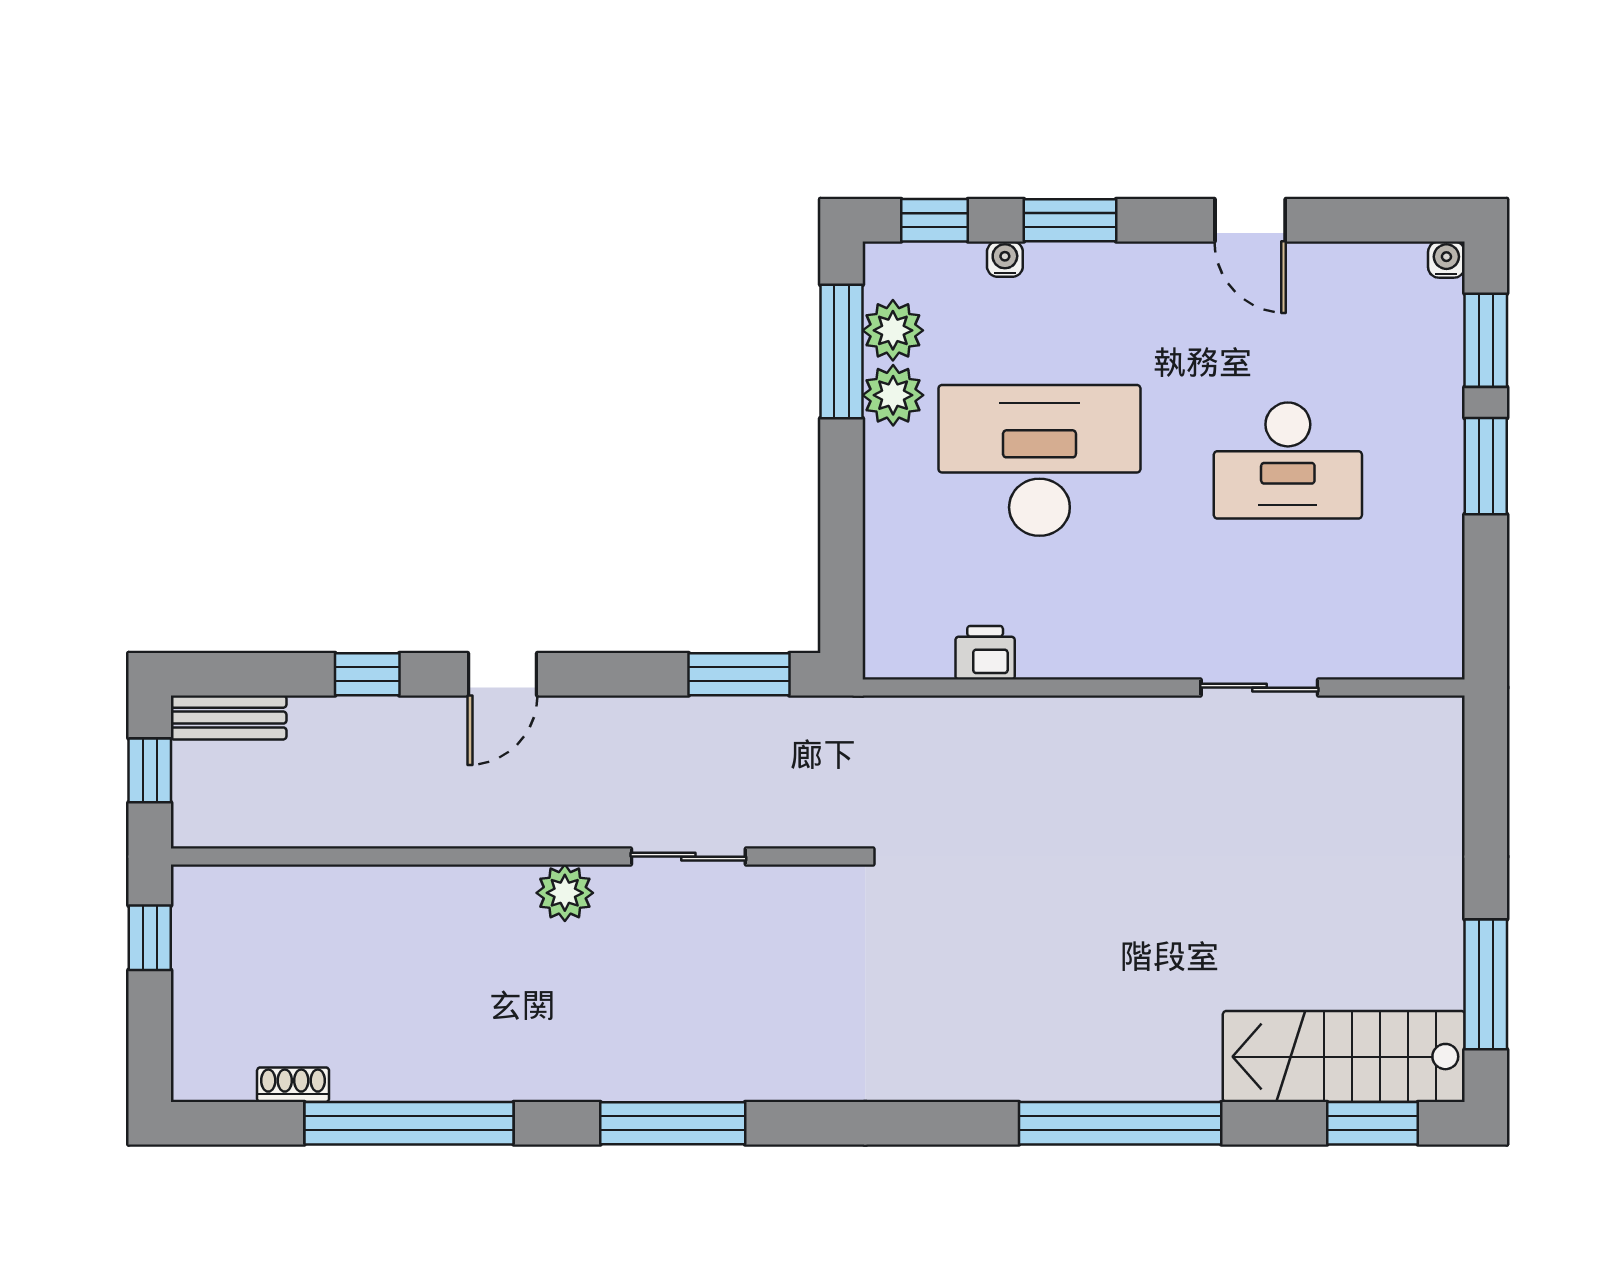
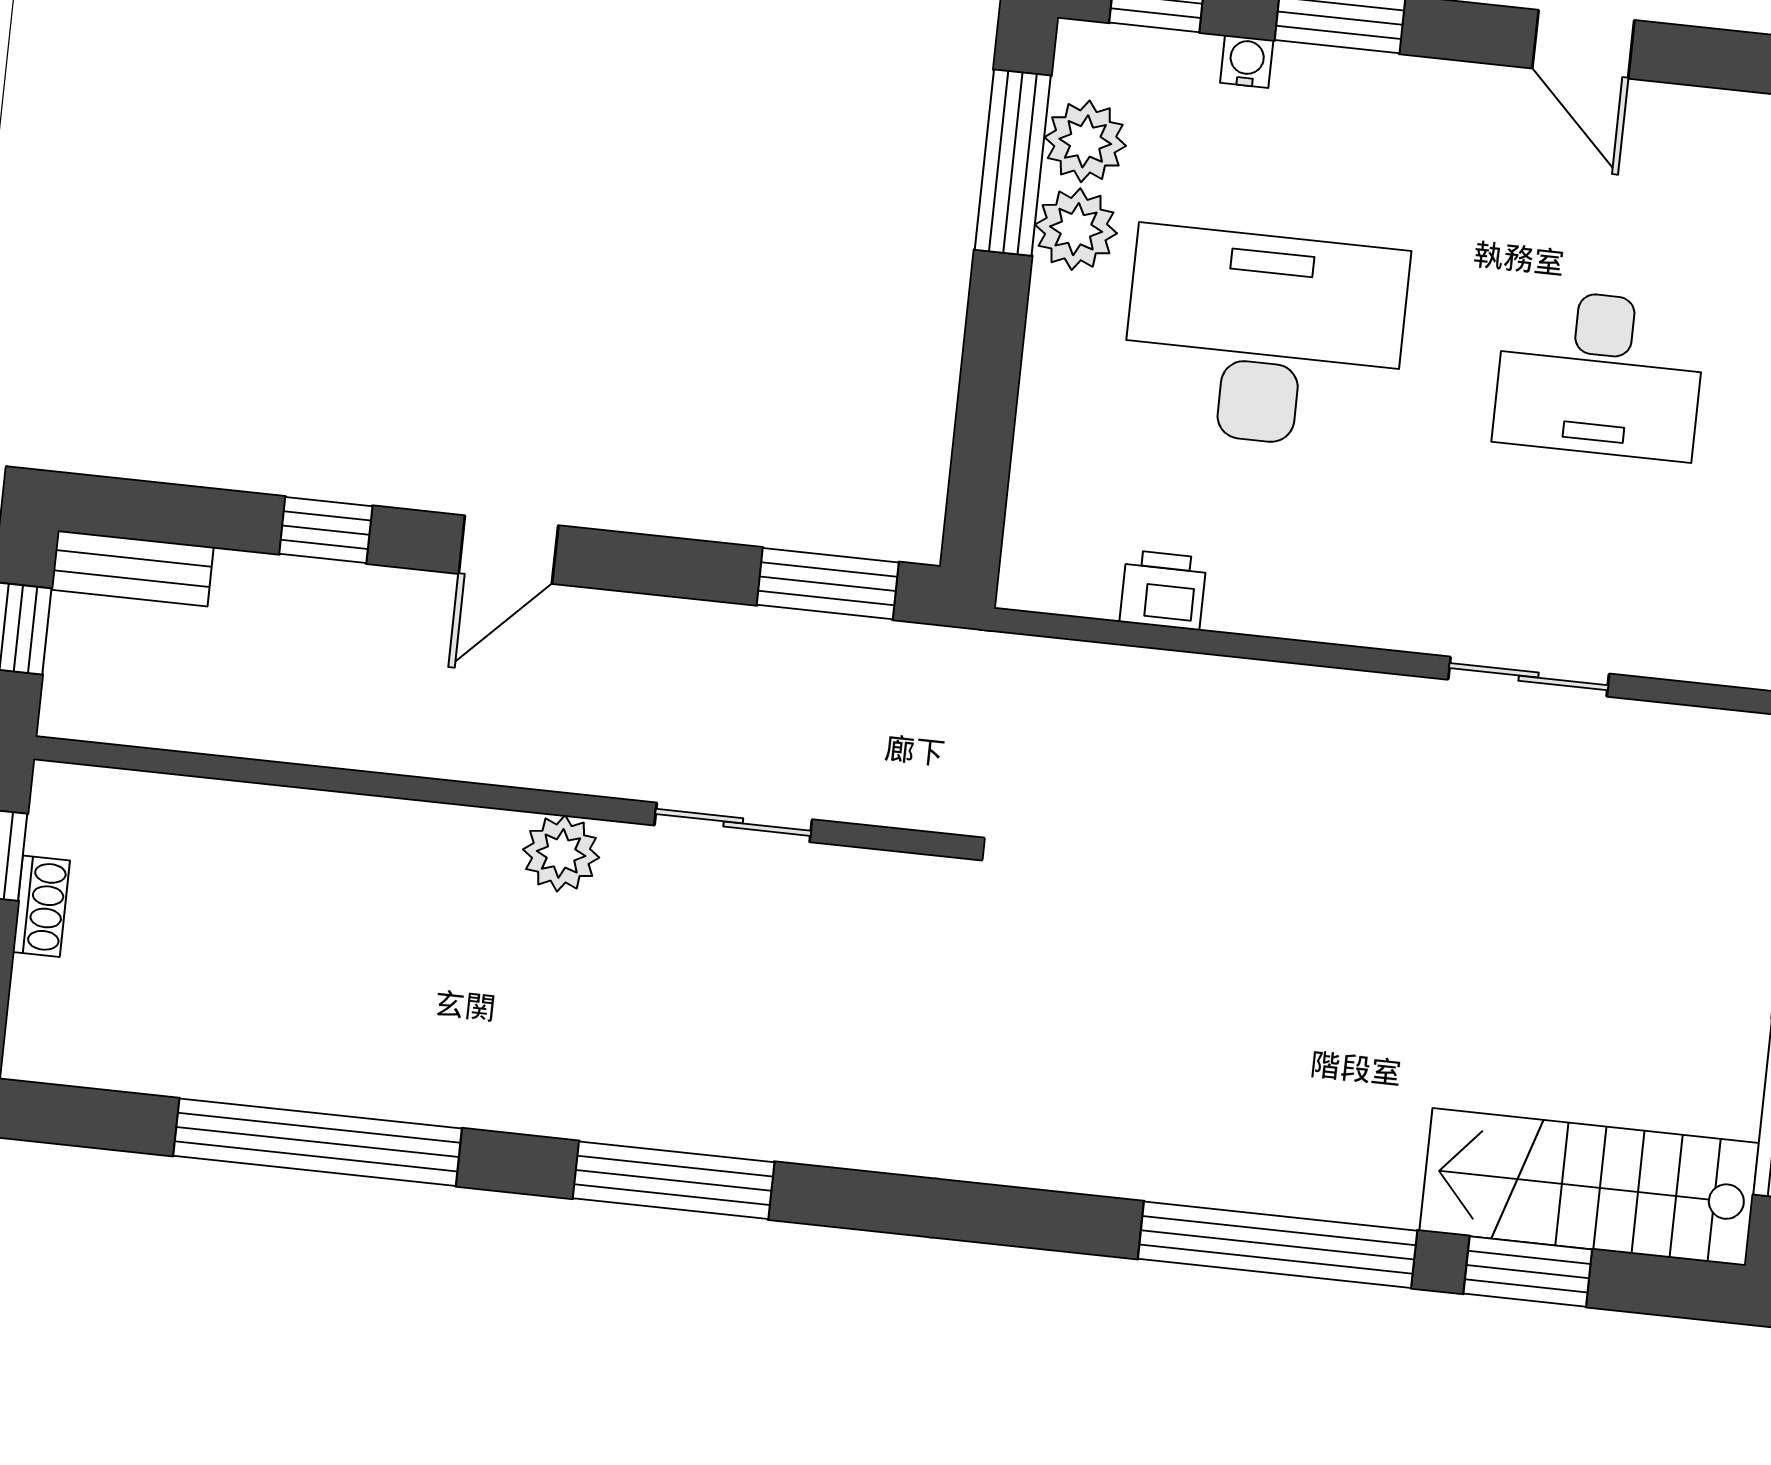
shoe rack: (293, 1085) -> (41, 906), moved, turned 90
window: (1372, 1123) -> (1528, 1271), moved

